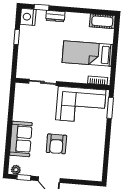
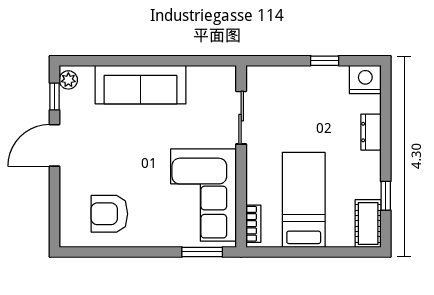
window: (42, 7) -> (386, 196), moved
sofa: (21, 139) -> (141, 85), width x1.36
armchair: (56, 144) -> (109, 214), moved

